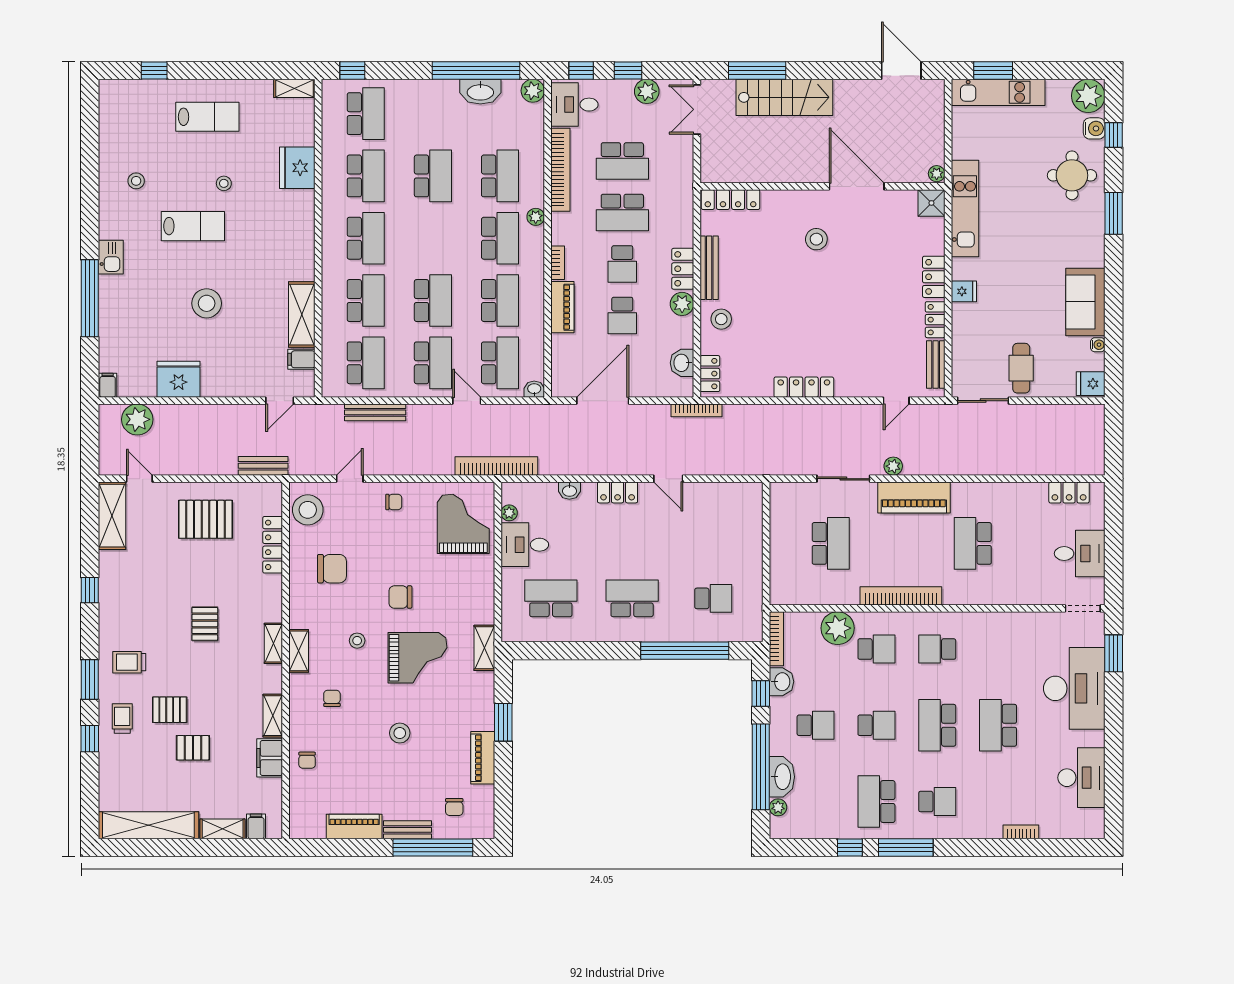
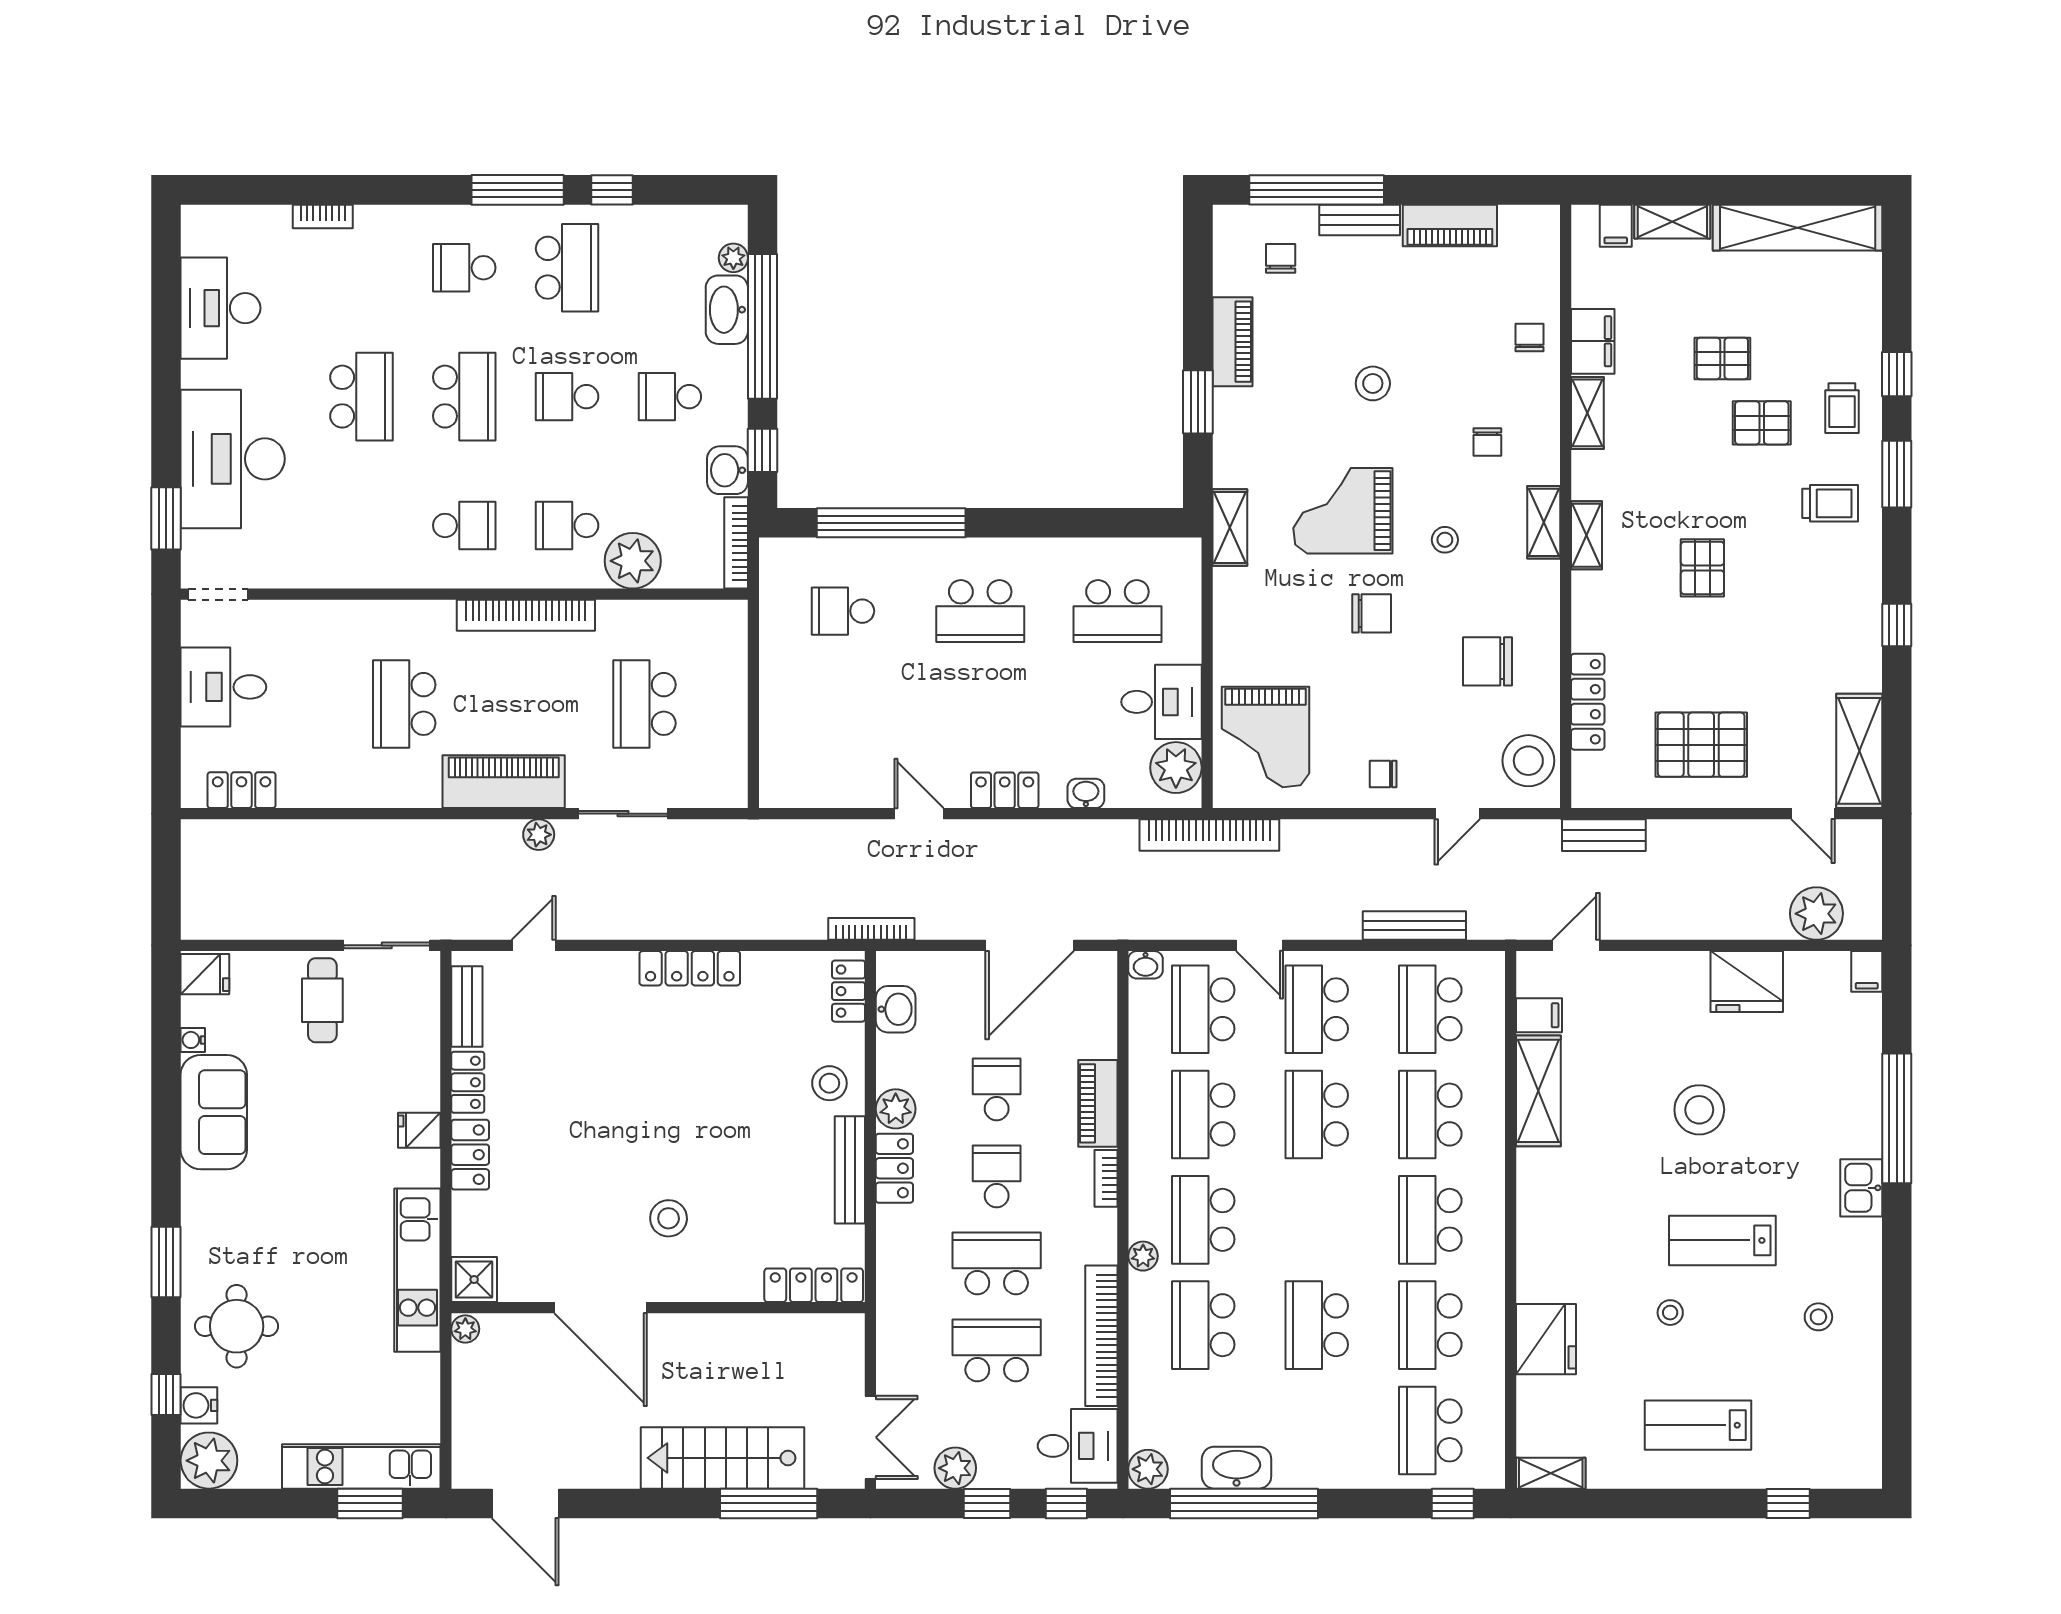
plant: (509, 513) -> (1176, 768), width x1.88, depth x1.88
school desk: (973, 543) -> (404, 704), turned 180

